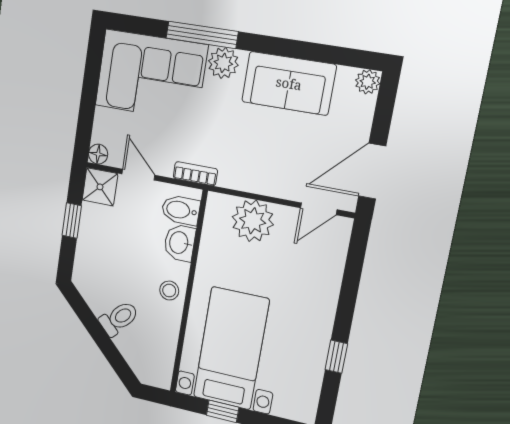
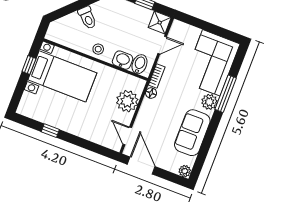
floor lamp: (98, 154) -> (151, 93), moved

